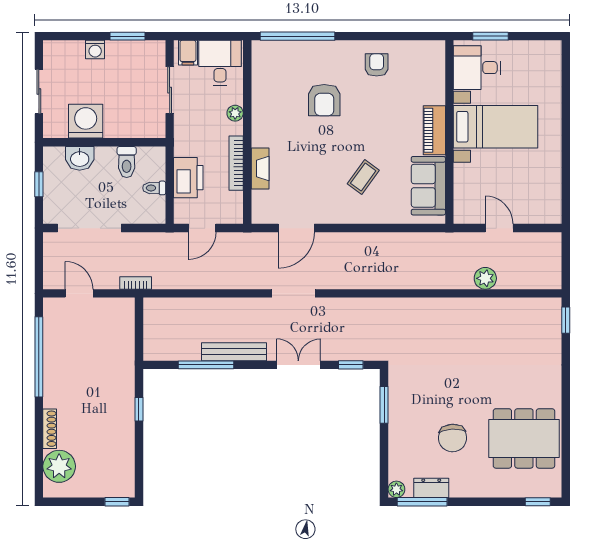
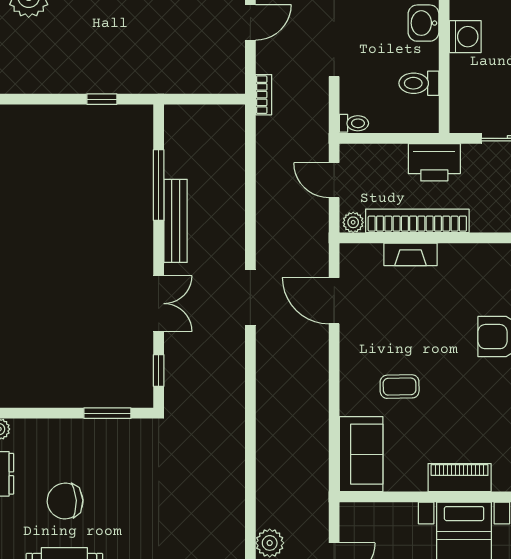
plant: (235, 113) -> (353, 222), moved
washing machine: (86, 121) -> (465, 37), width x0.73, depth x0.73
bookcase: (236, 163) -> (417, 221), width x1.48, depth x1.31
coffee table: (363, 177) -> (400, 387), turned -37
printer: (188, 178) -> (434, 162), moved
sofa: (428, 186) -> (361, 454), moved, turned 90
toilet: (154, 188) -> (354, 123), moved, turned 90

